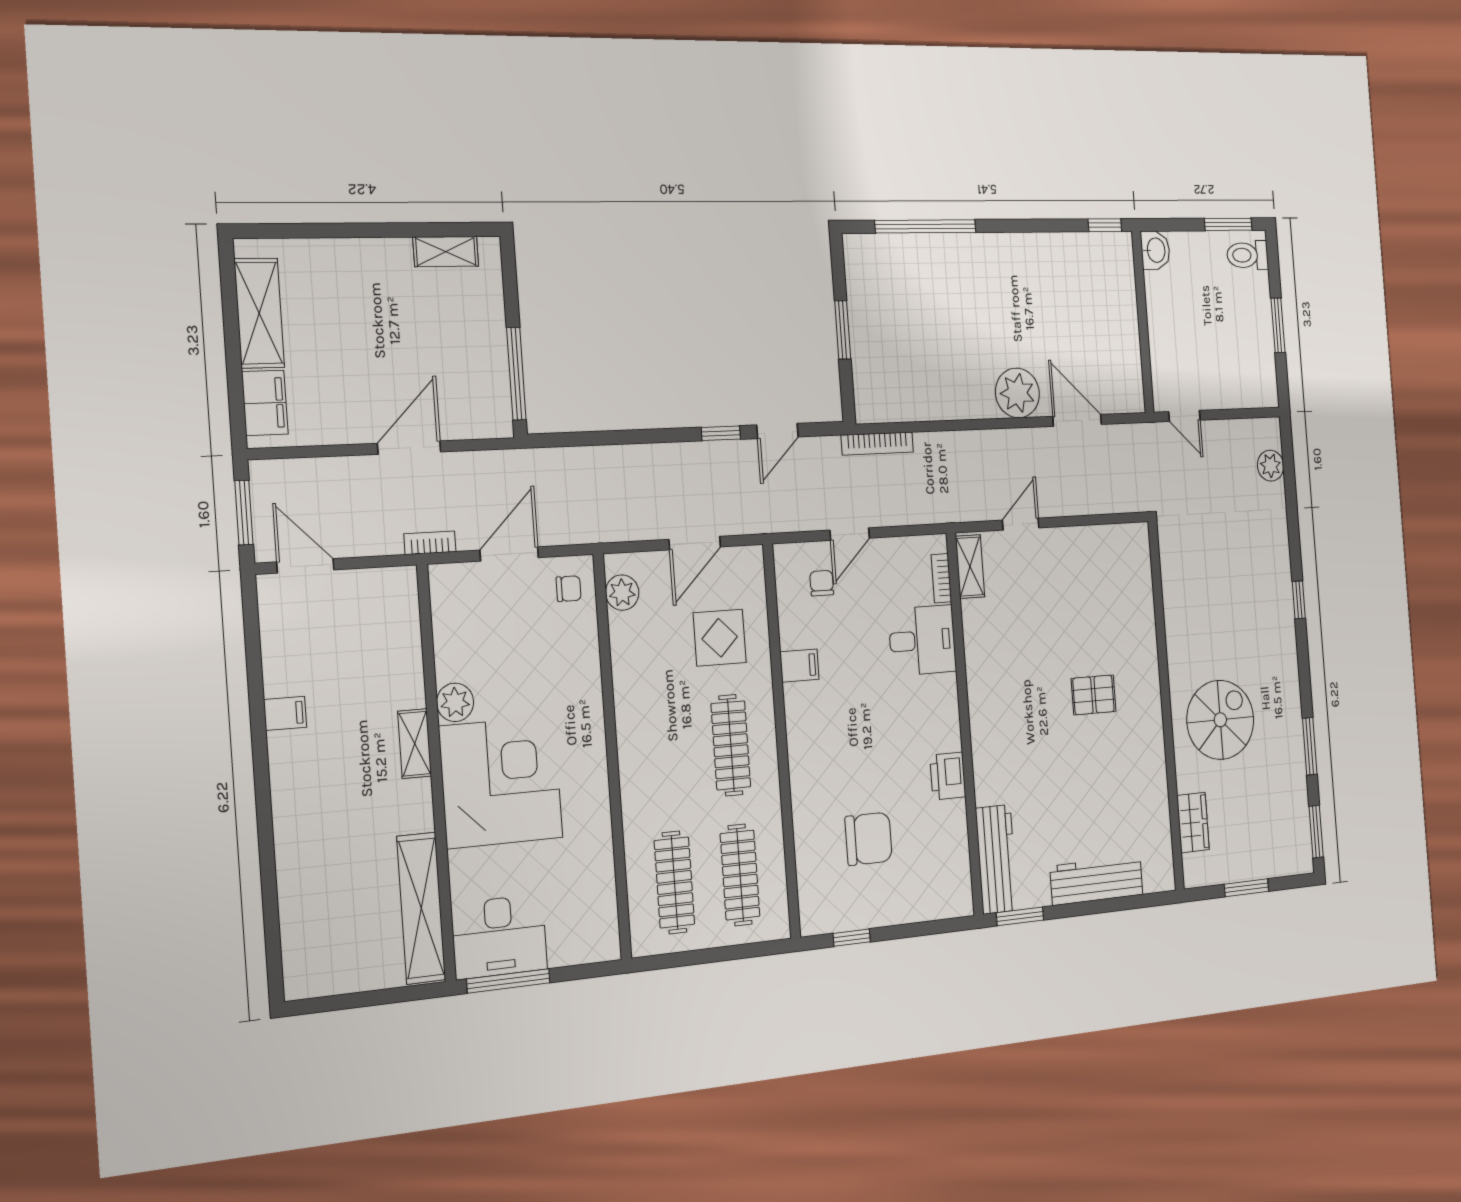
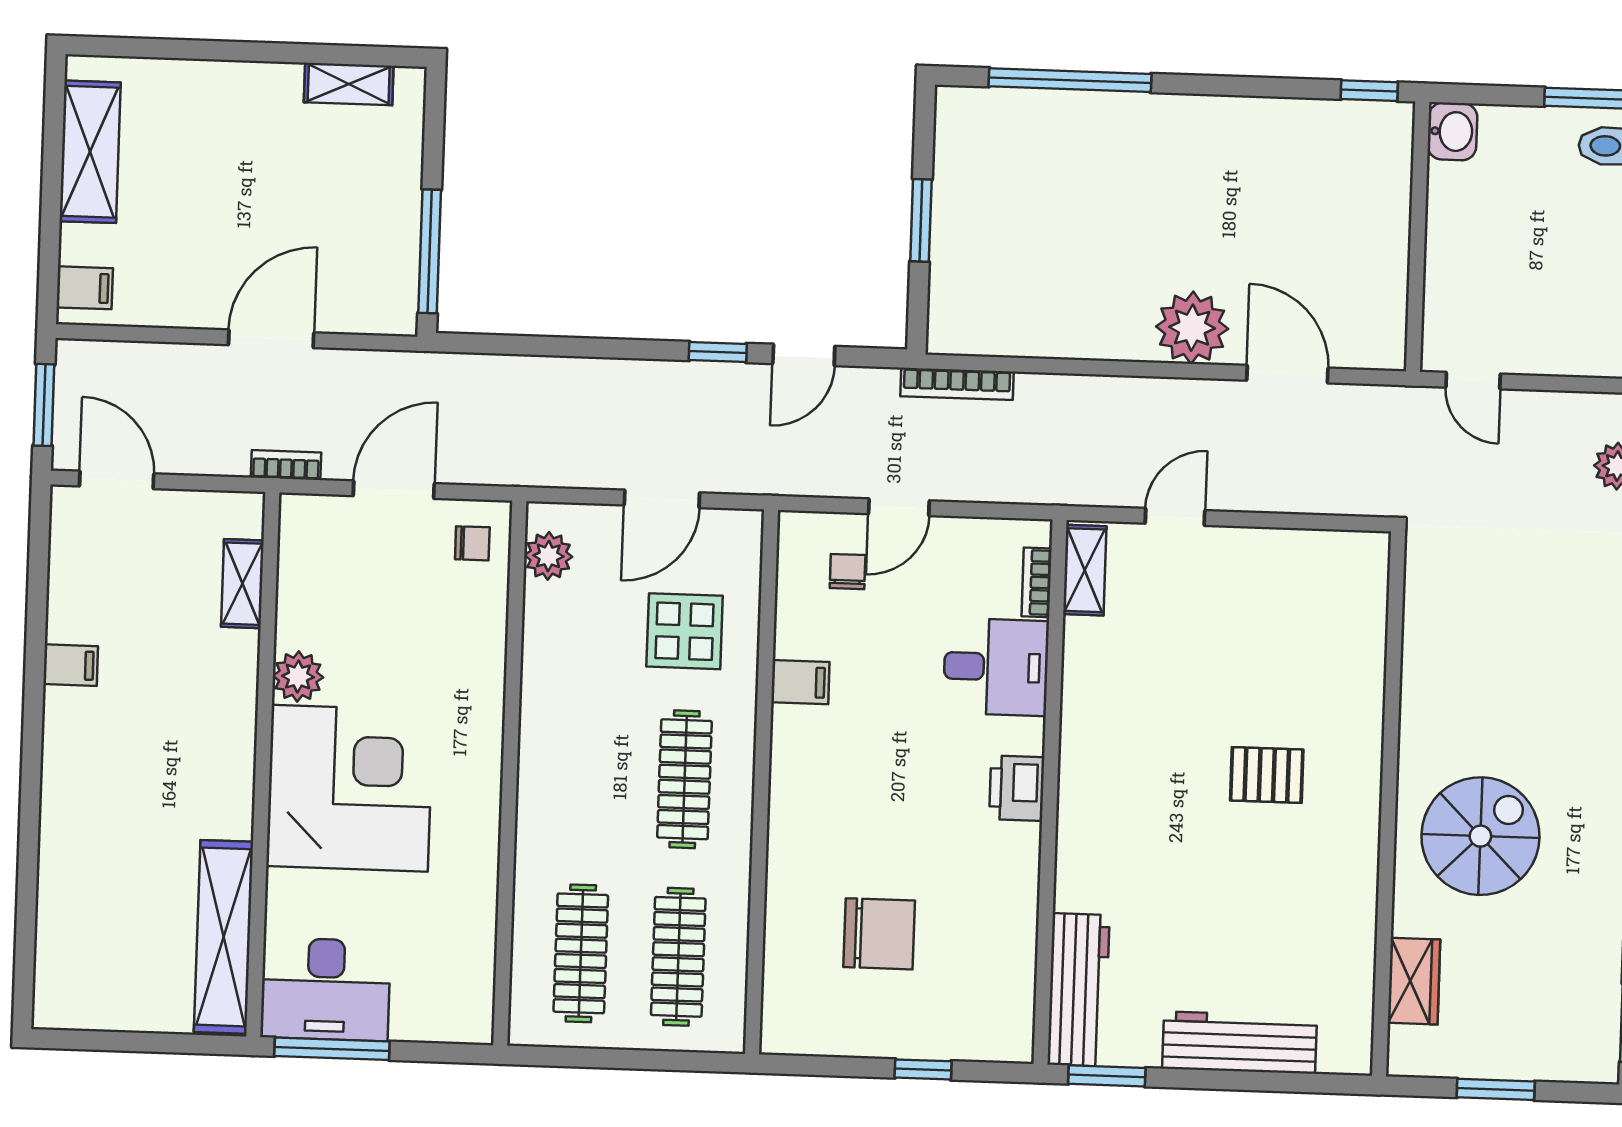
filing cabinet: (265, 403) -> (85, 288), width x0.50
shelving: (415, 744) -> (242, 584), moved
printer: (948, 776) -> (1017, 788), moved
window: (852, 938) -> (923, 1069), moved

